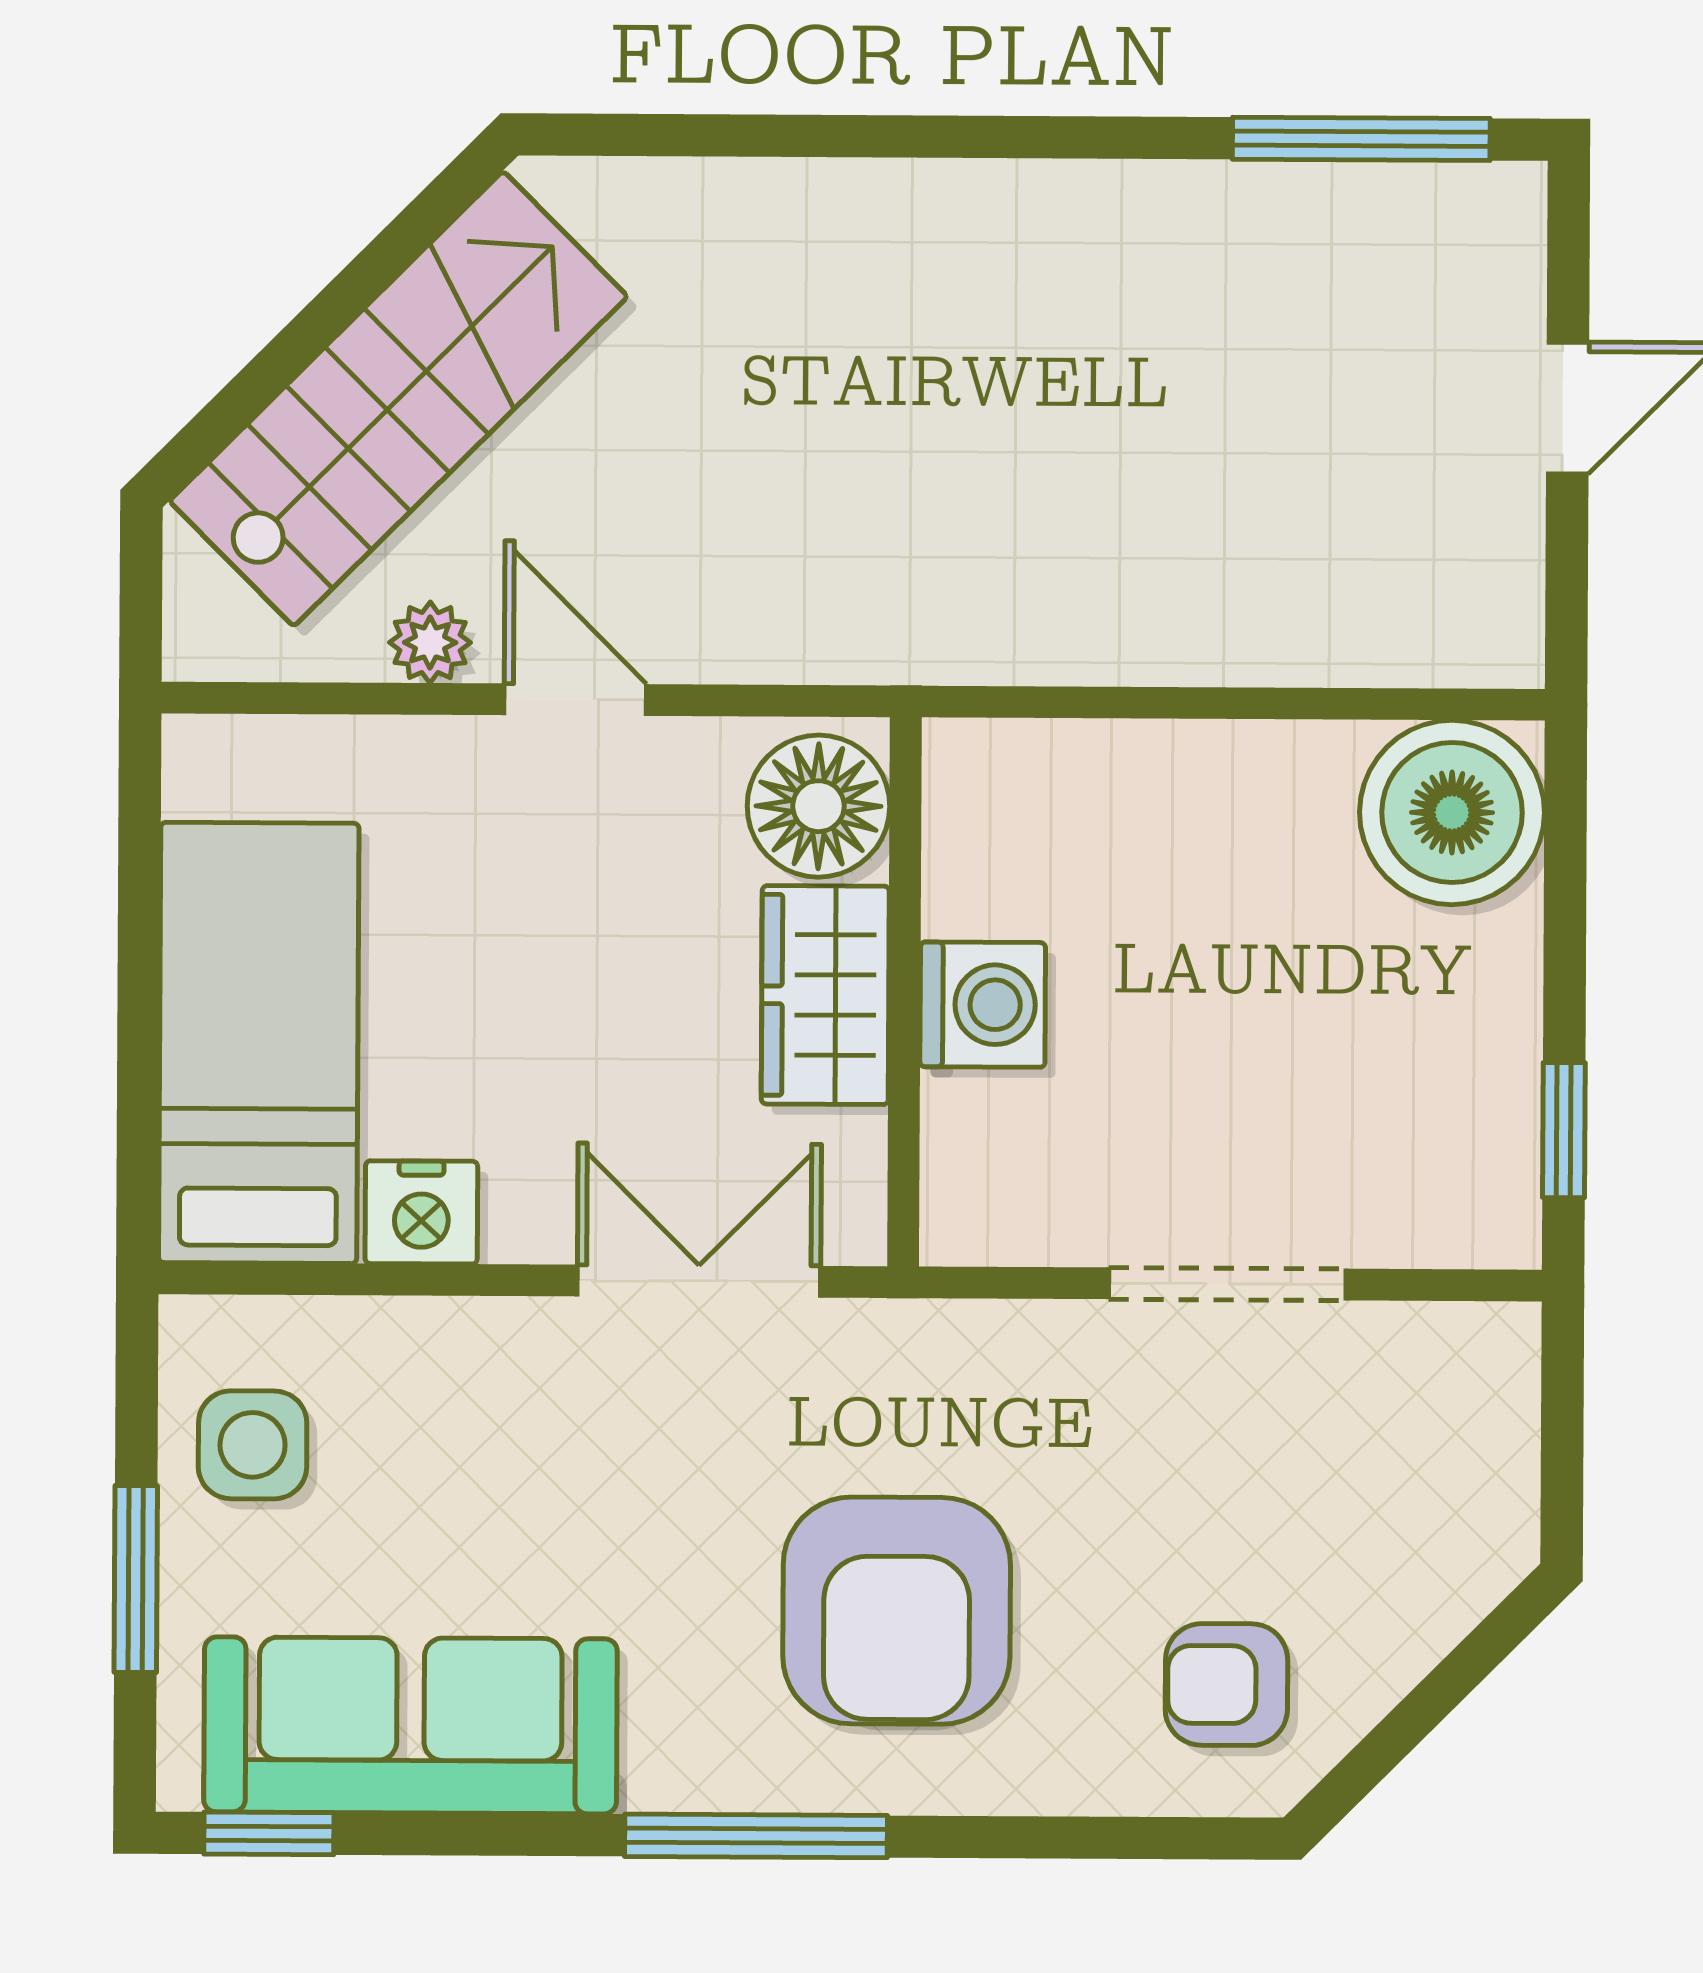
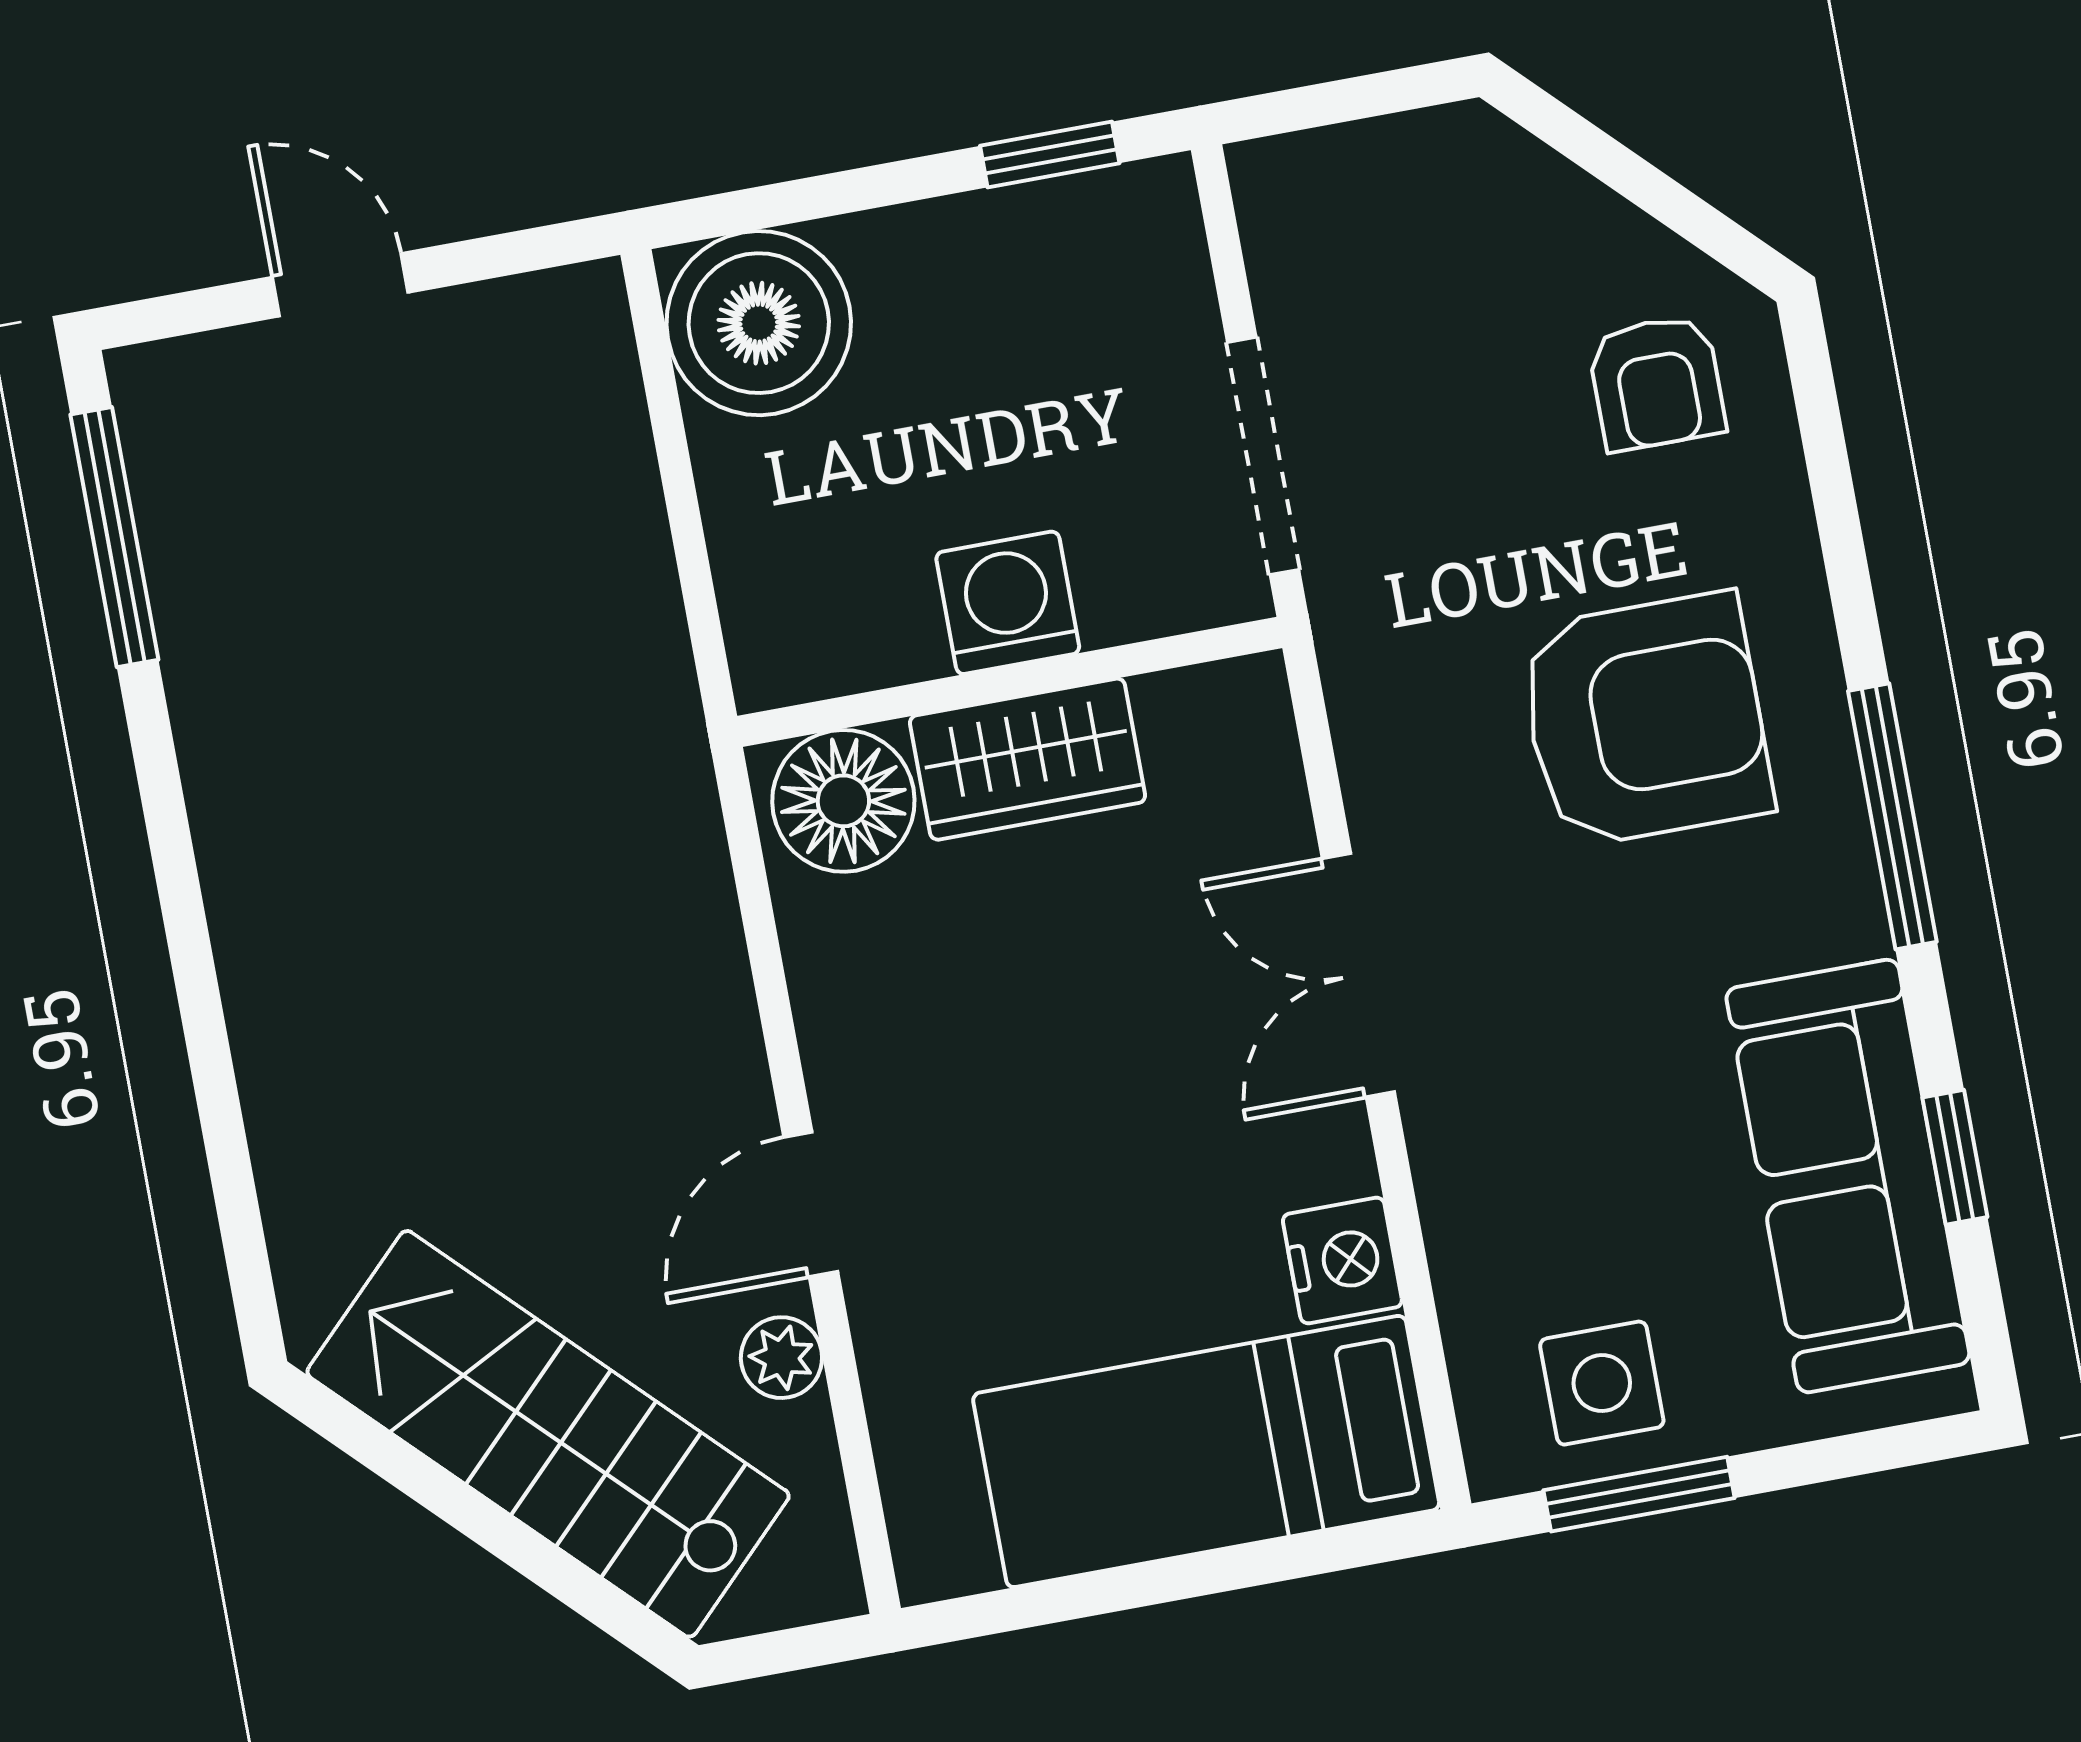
floor lamp: (818, 806) -> (843, 801), moved
wall: (904, 992) -> (1010, 682), moved
wardrobe: (825, 995) -> (1028, 759), moved
washing machine: (983, 1005) -> (1008, 603), moved
window: (136, 1579) -> (1639, 1494), moved
window: (269, 1833) -> (1955, 1157), moved

